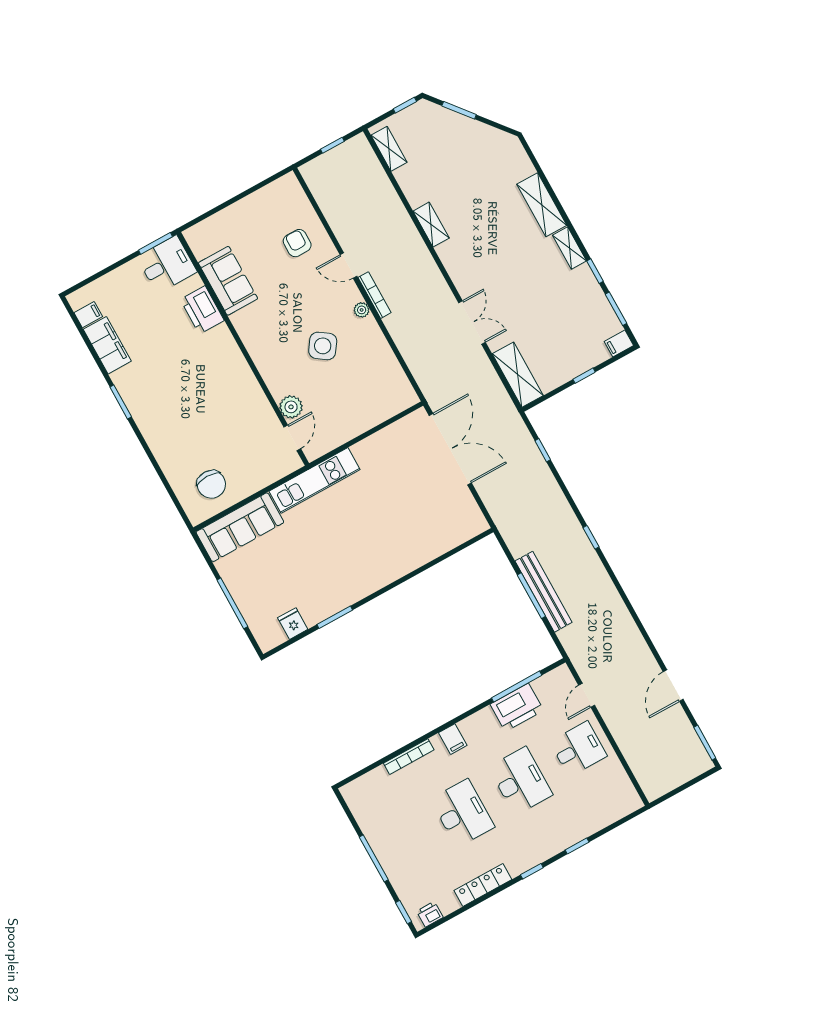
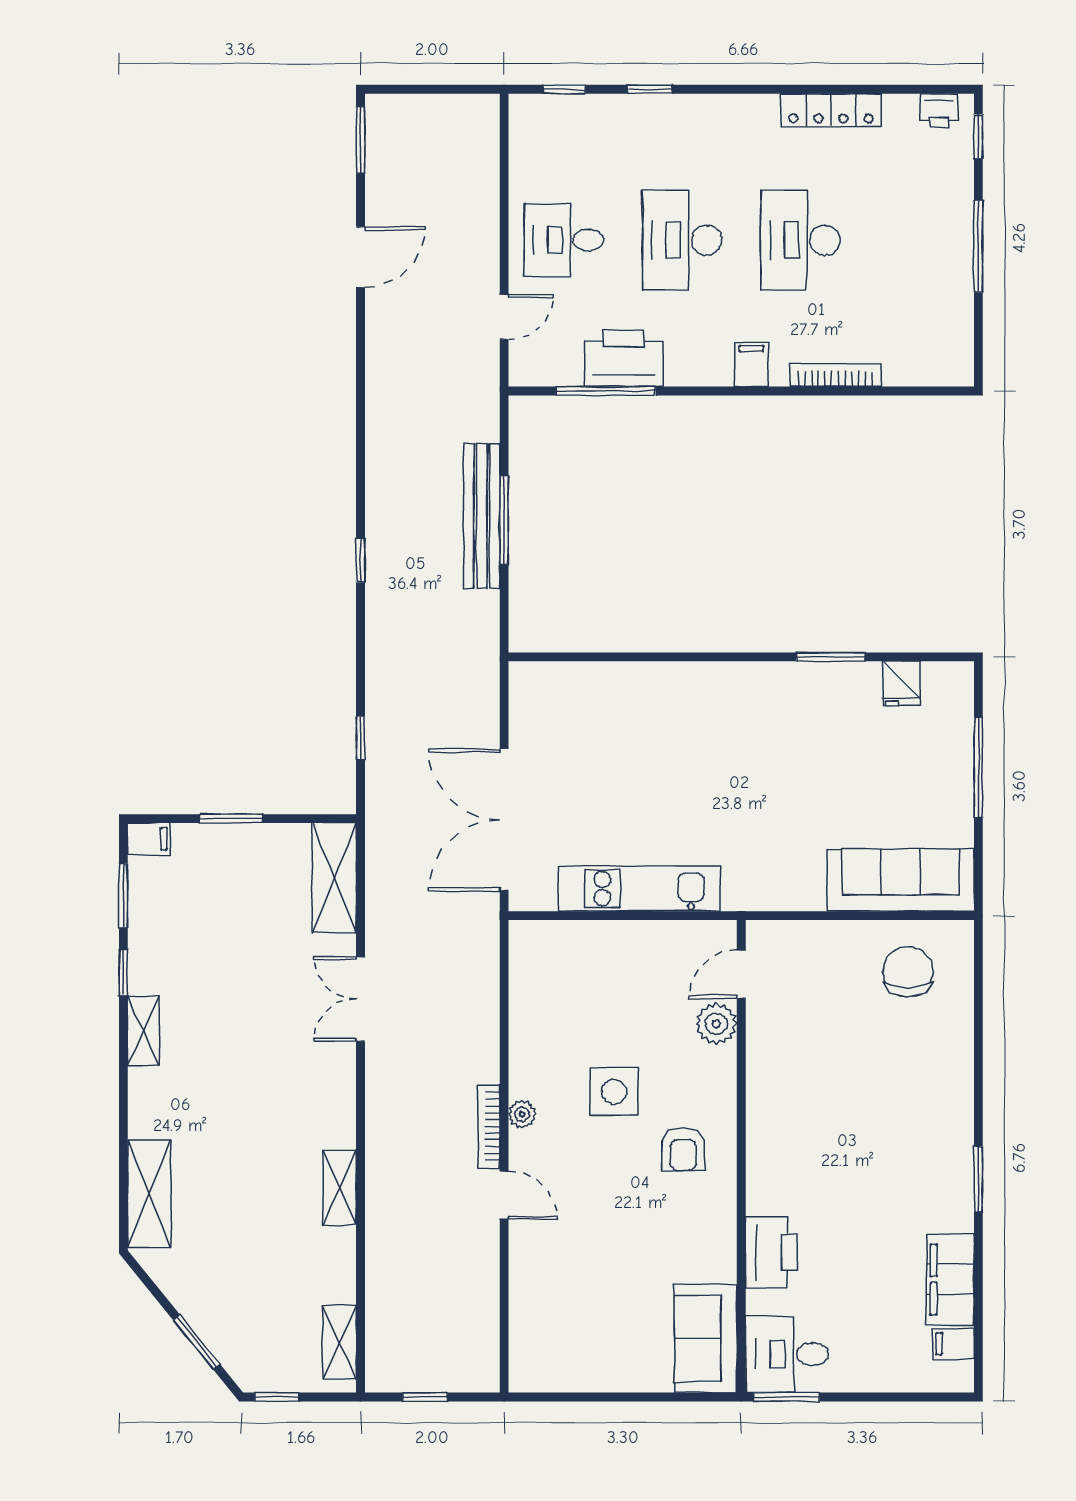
shelving: (542, 205) -> (149, 1194), moved
armchair: (297, 243) -> (683, 1149), moved
sofa: (228, 281) -> (706, 1339), moved
side table: (323, 346) -> (614, 1092), turned -35
window: (584, 376) -> (231, 819), width x1.50
kitchen unit: (314, 480) -> (639, 889), moved
window: (532, 871) -> (564, 89), moved

